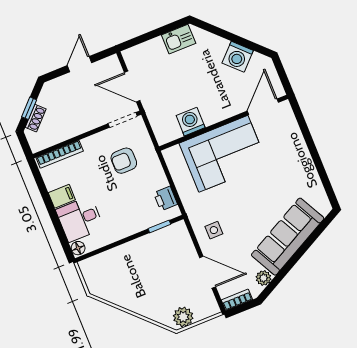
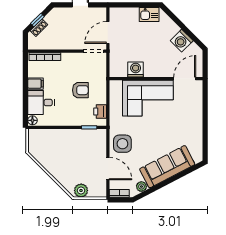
door: (132, 86) -> (108, 33), hinge flipped
armchair: (124, 161) -> (80, 90), moved, turned 180
side table: (214, 230) -> (122, 144), width x1.87, depth x1.87

